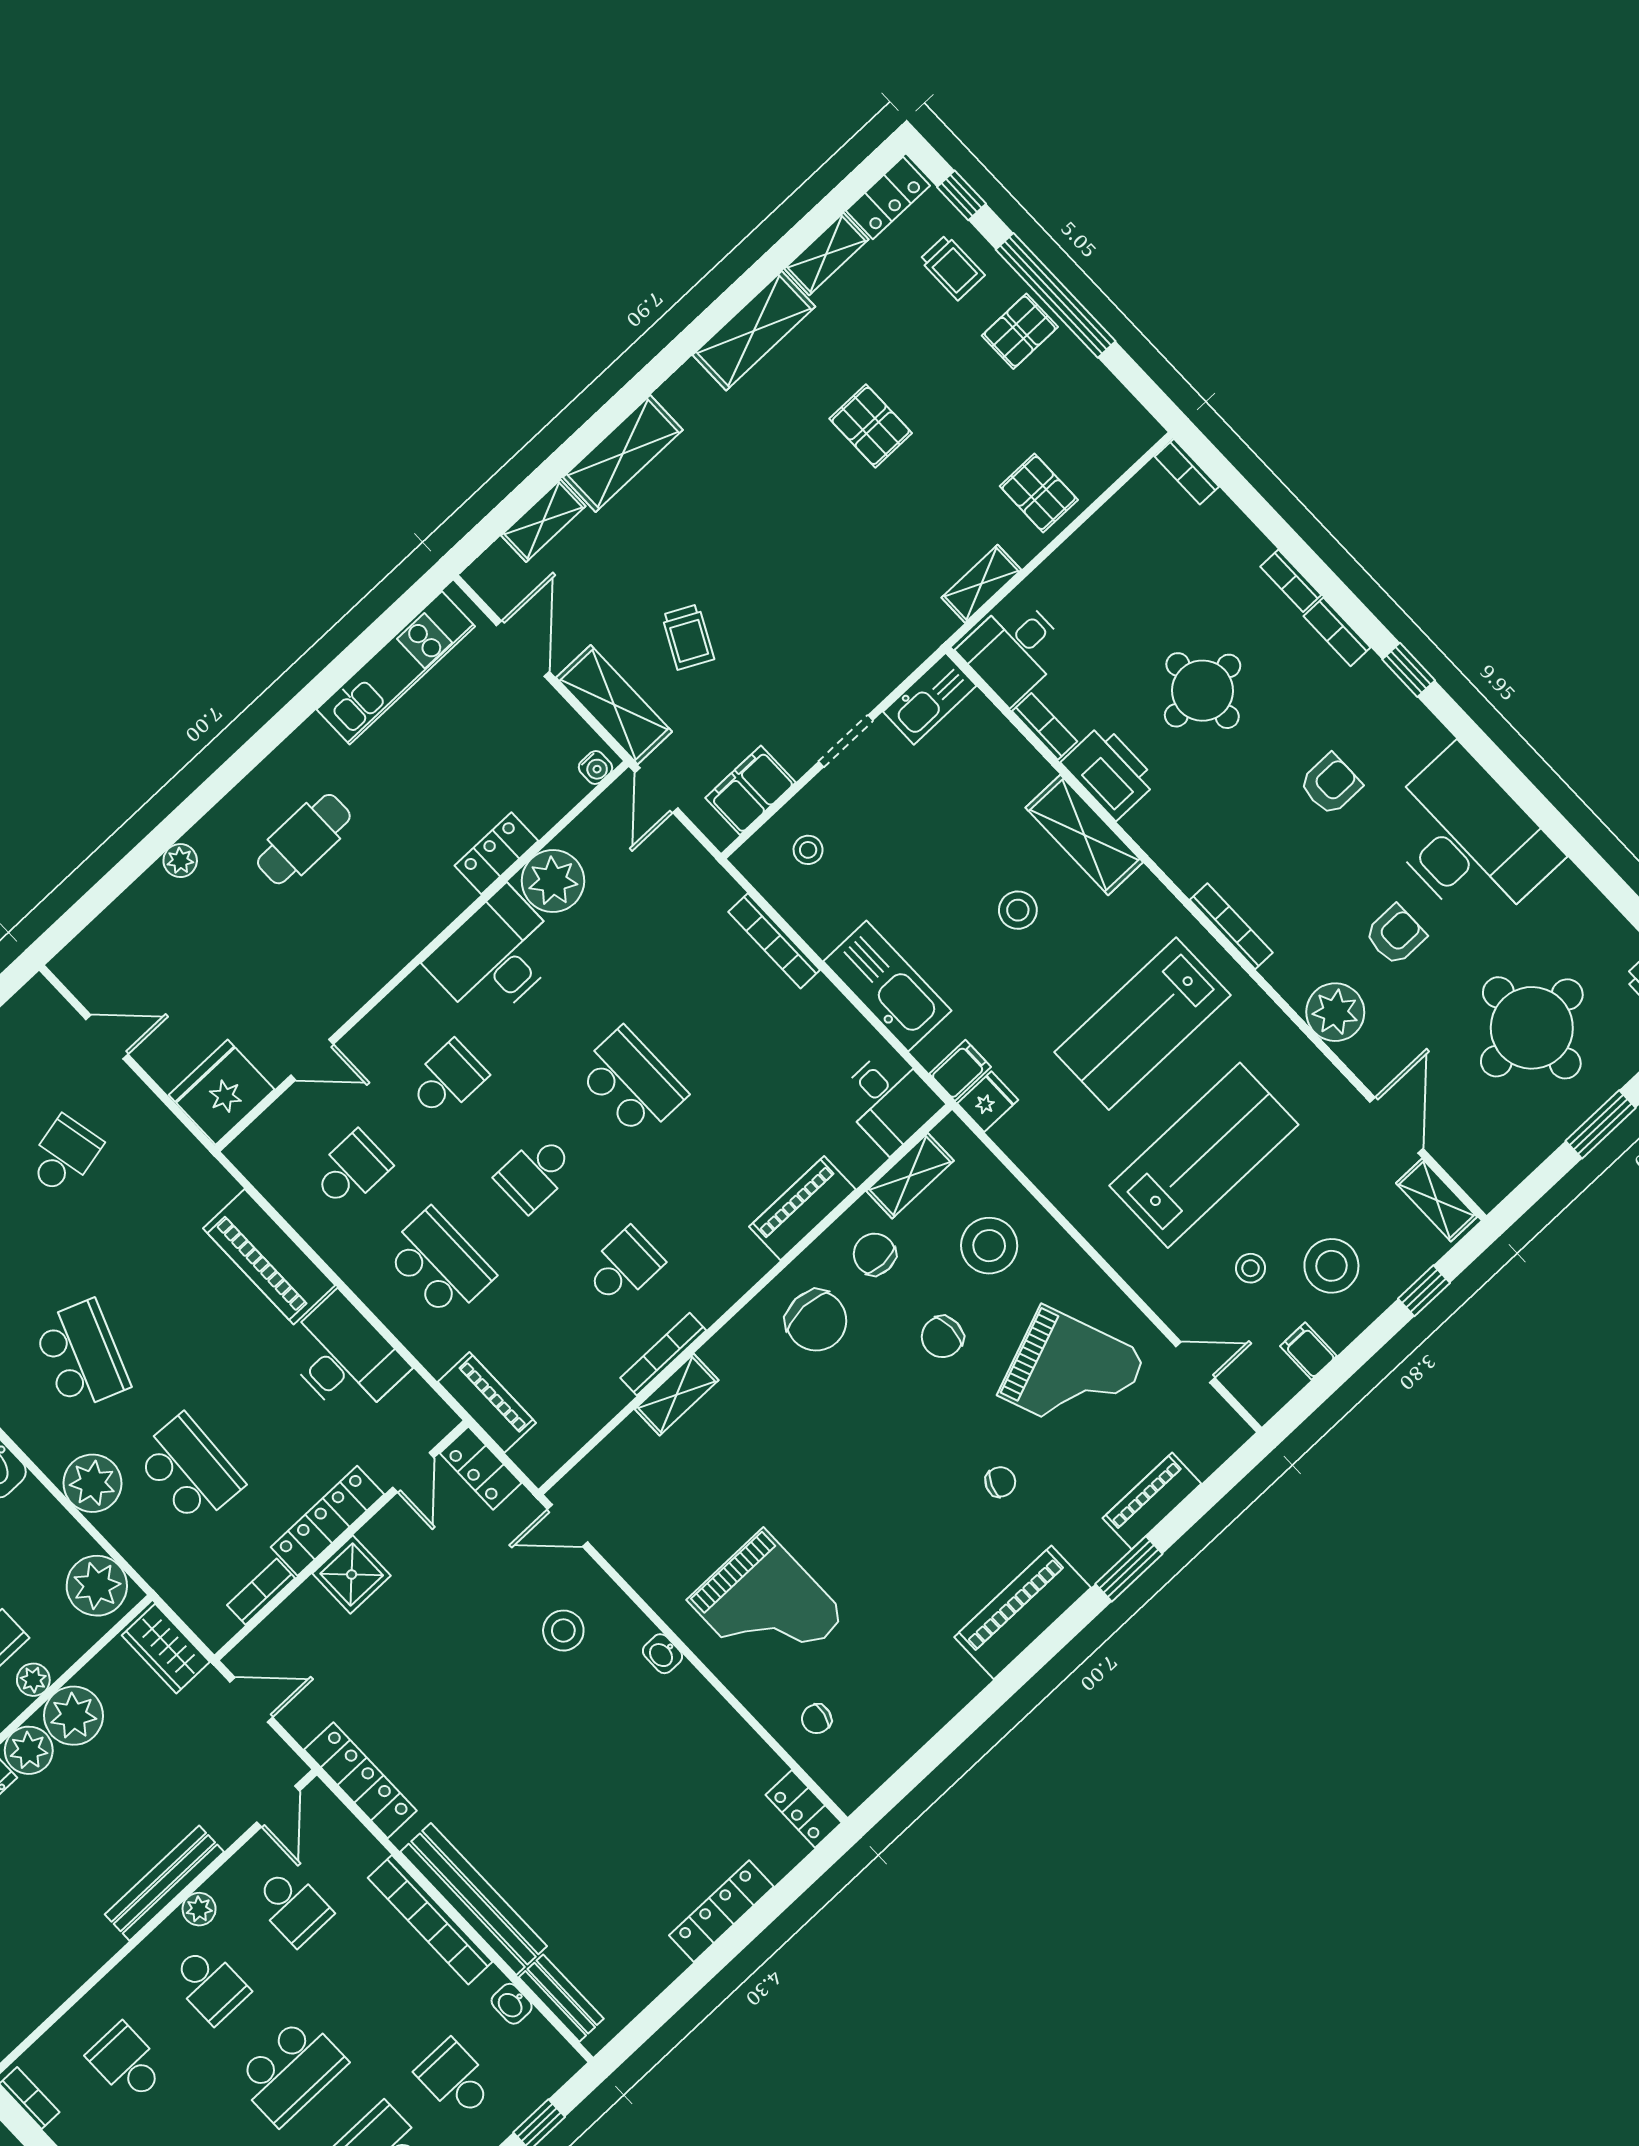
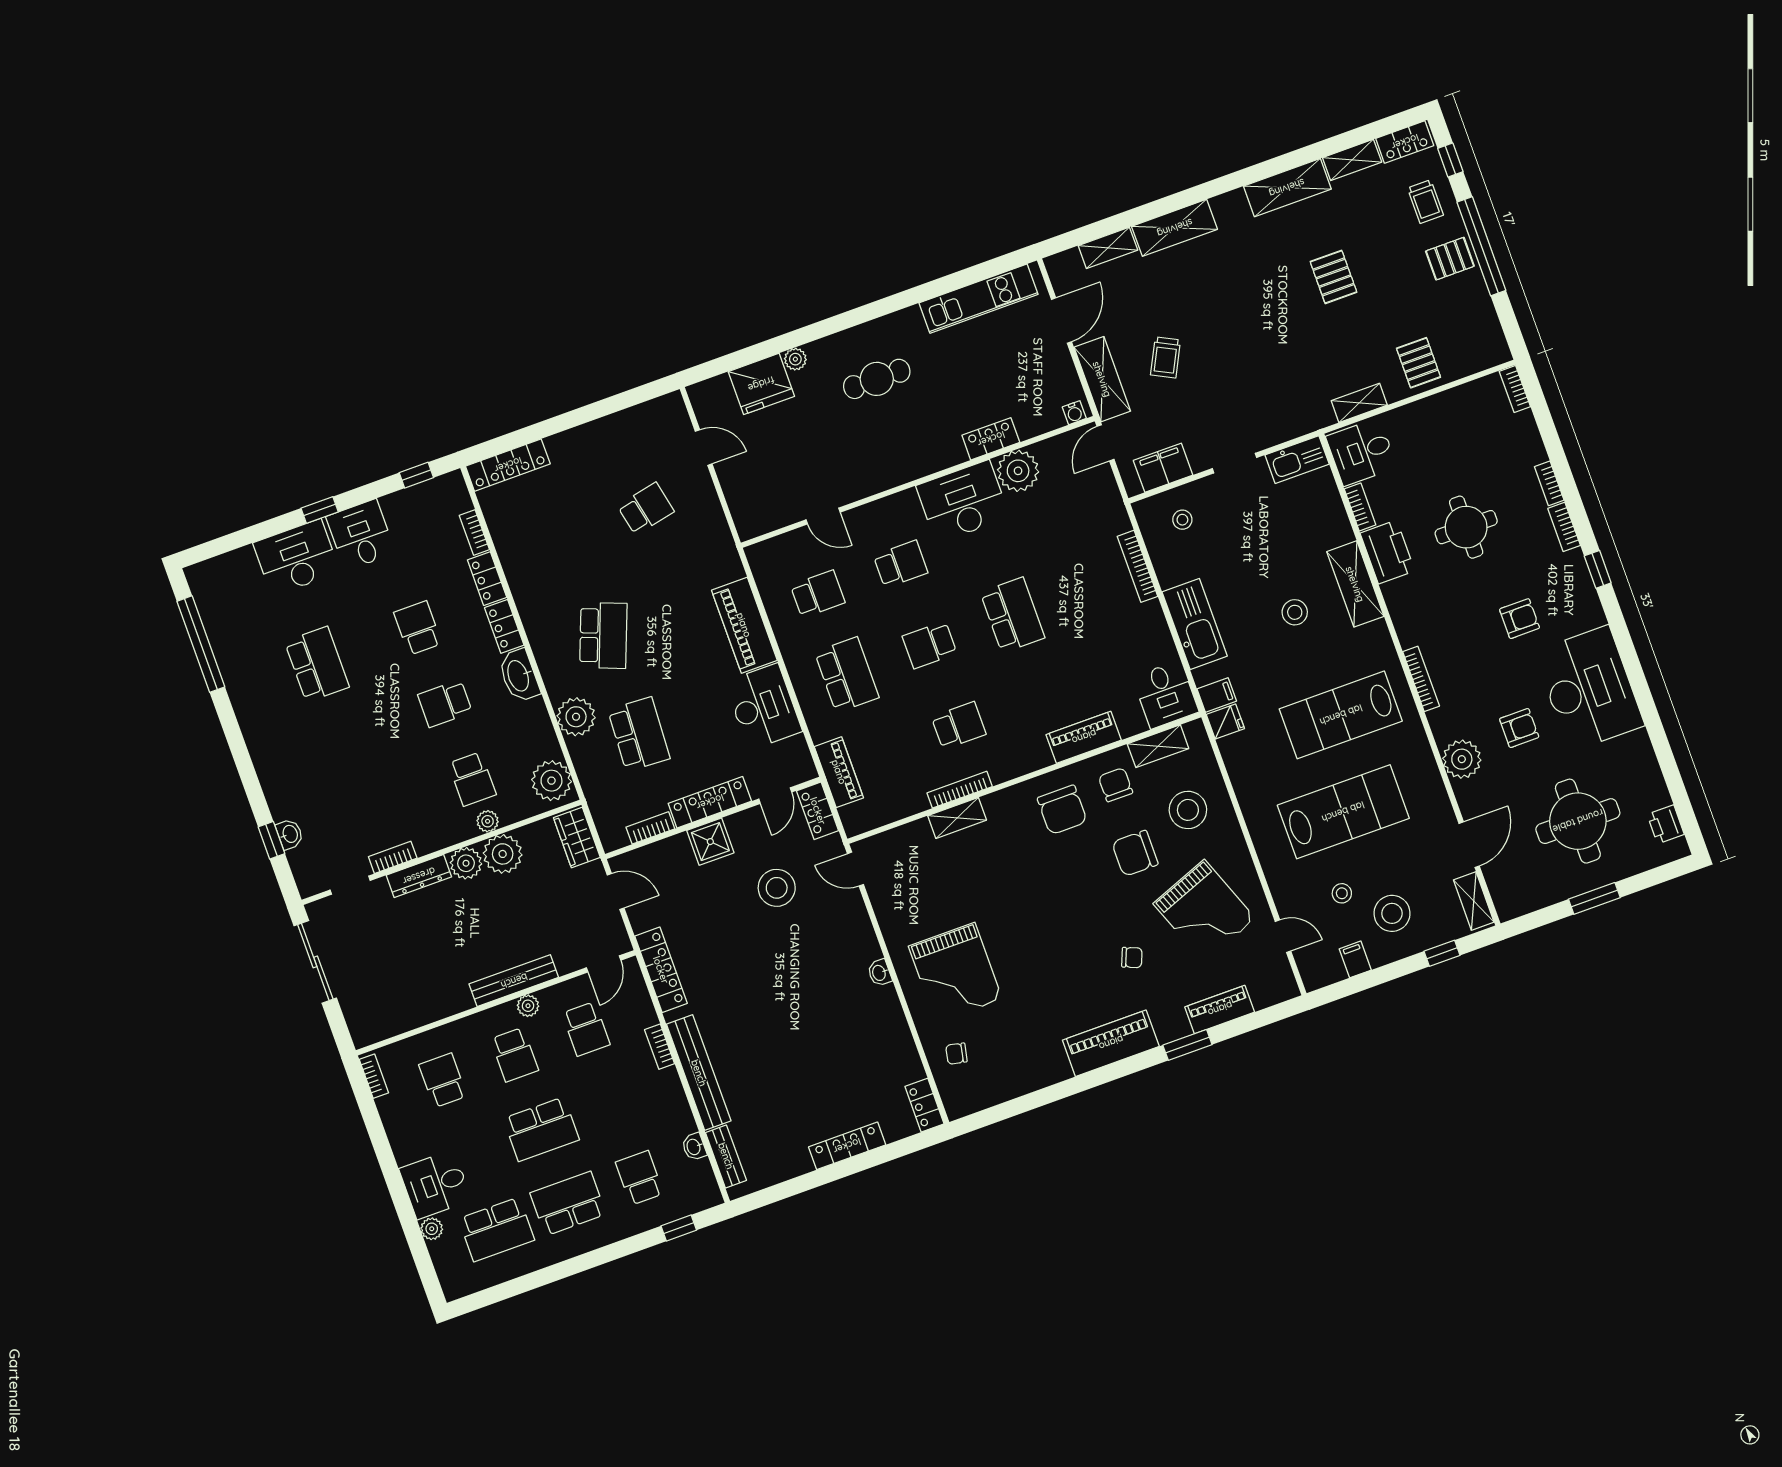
fridge: (222, 1092) -> (761, 384), moved, turned 180
chair: (942, 1337) -> (1135, 853), width x1.37, depth x1.37
stool: (563, 1631) -> (777, 888), moved, width x1.38, depth x1.38
bookcase: (430, 1920) -> (660, 1047), width x0.43, depth x0.76

